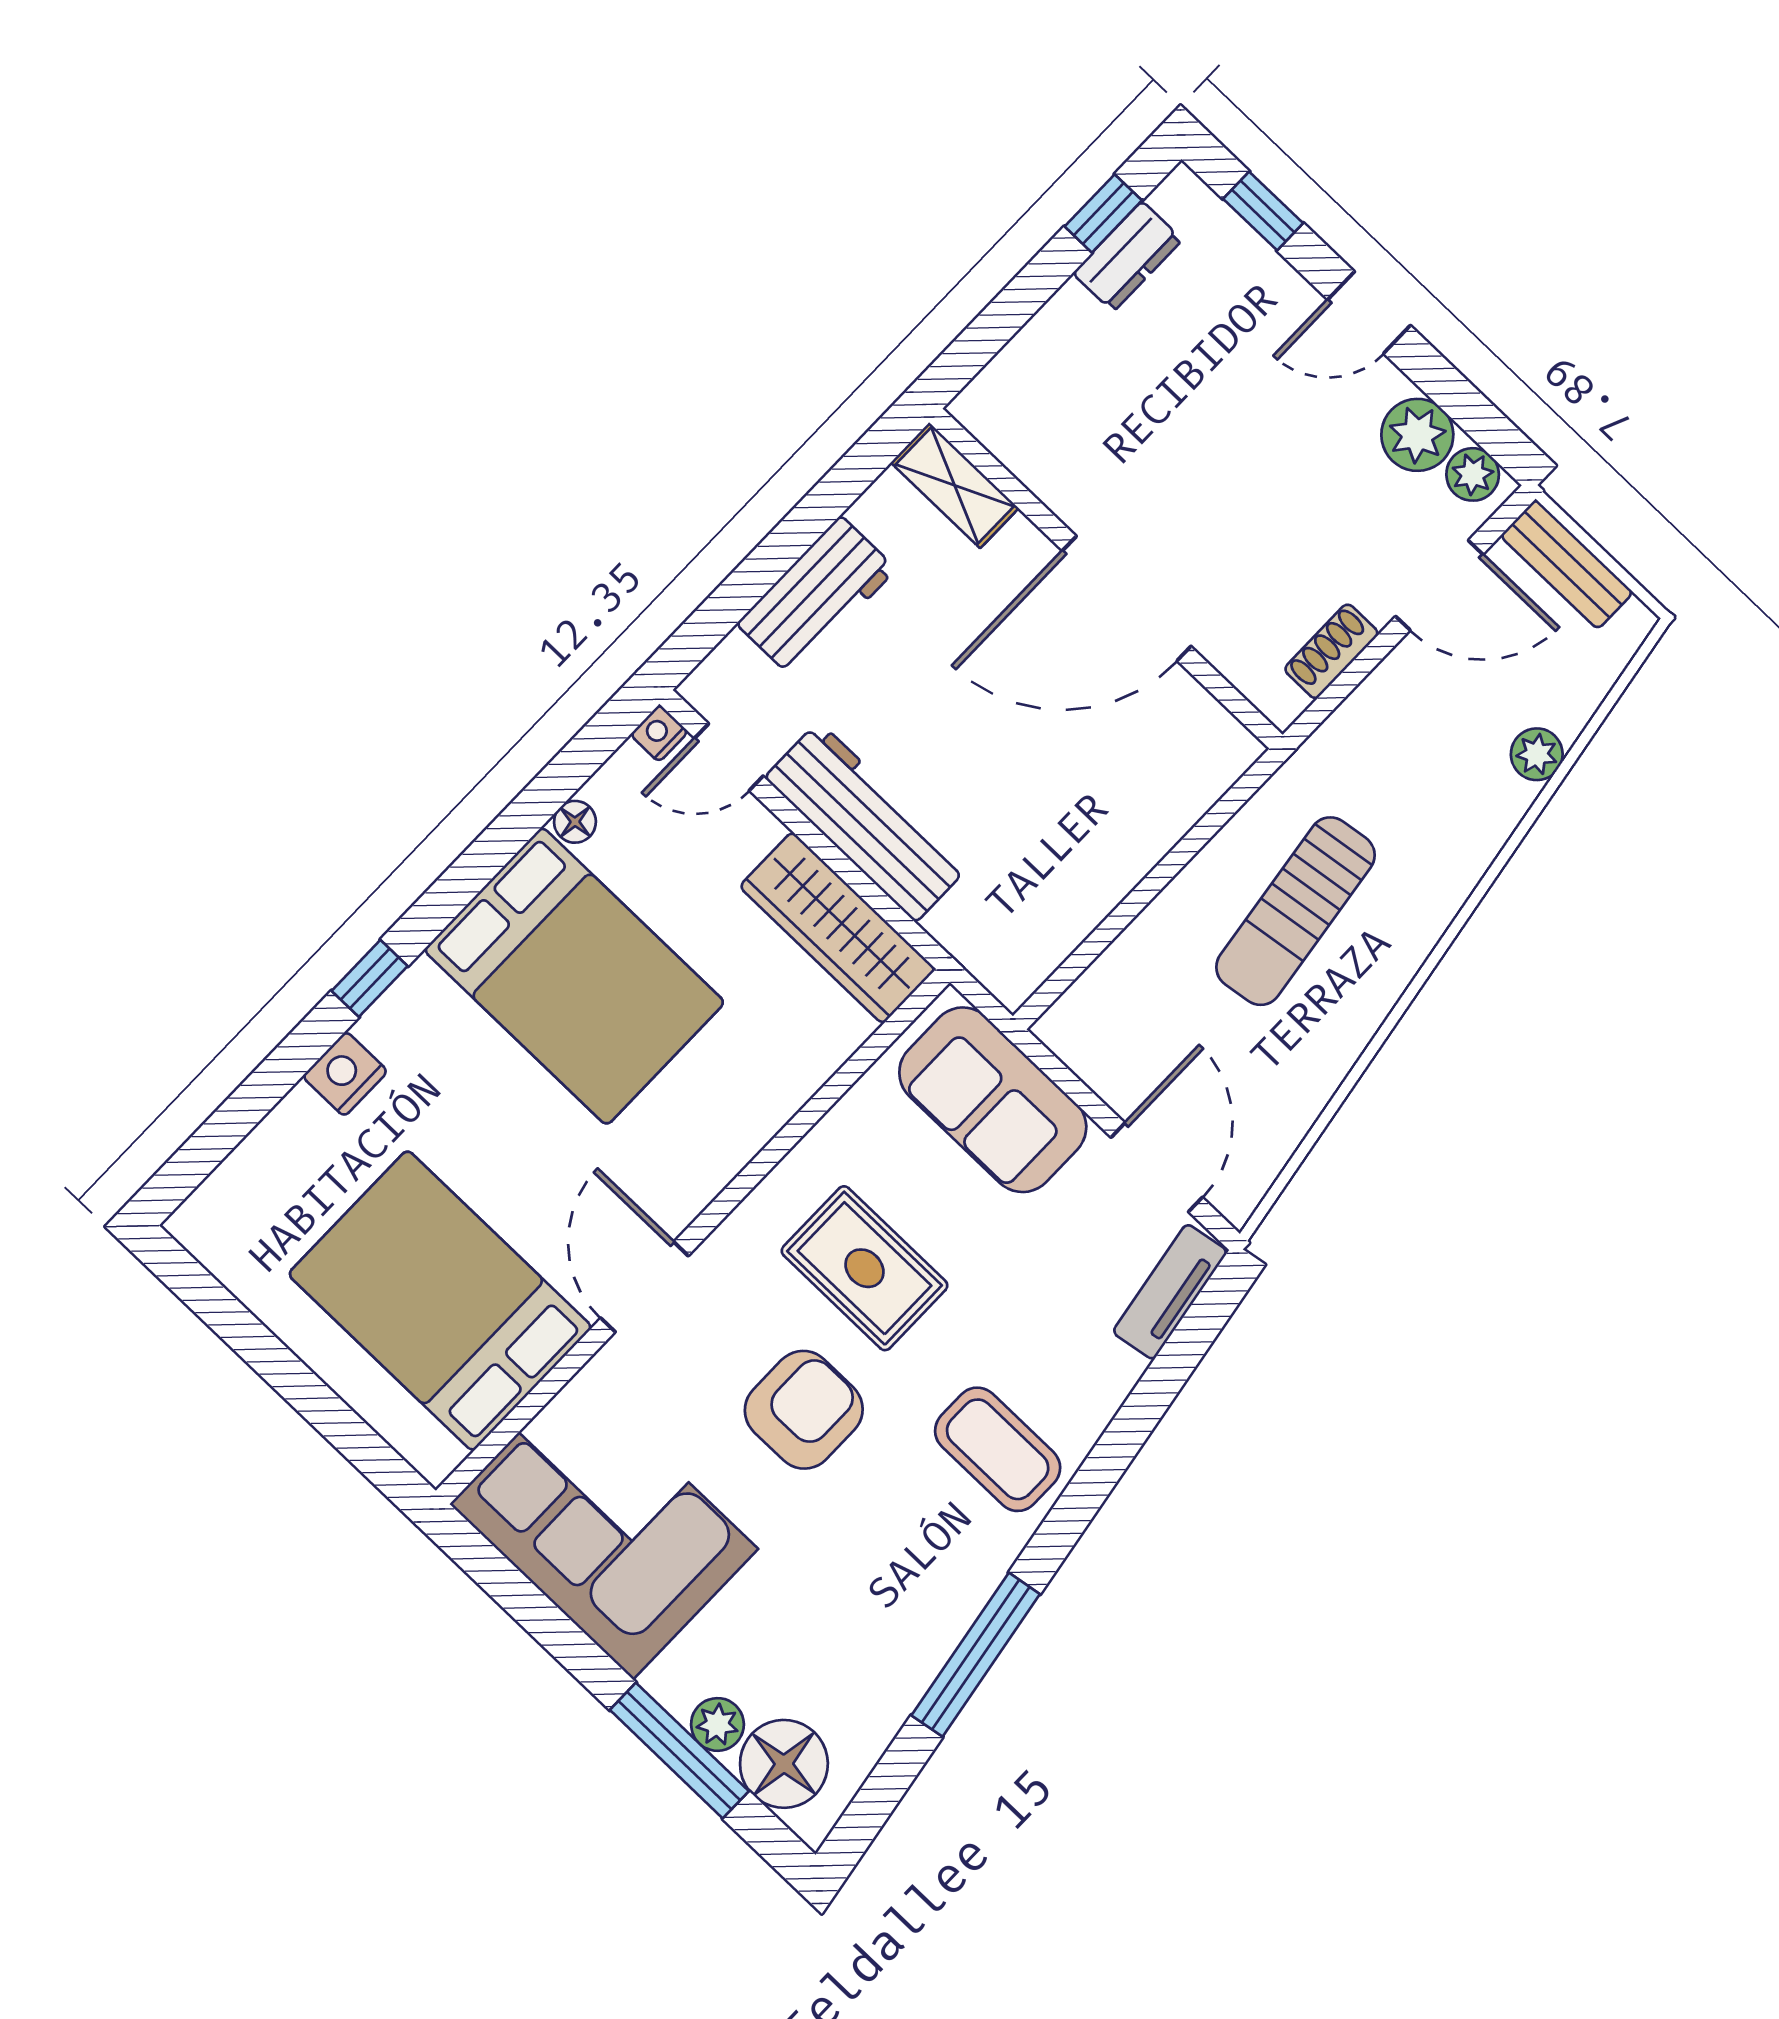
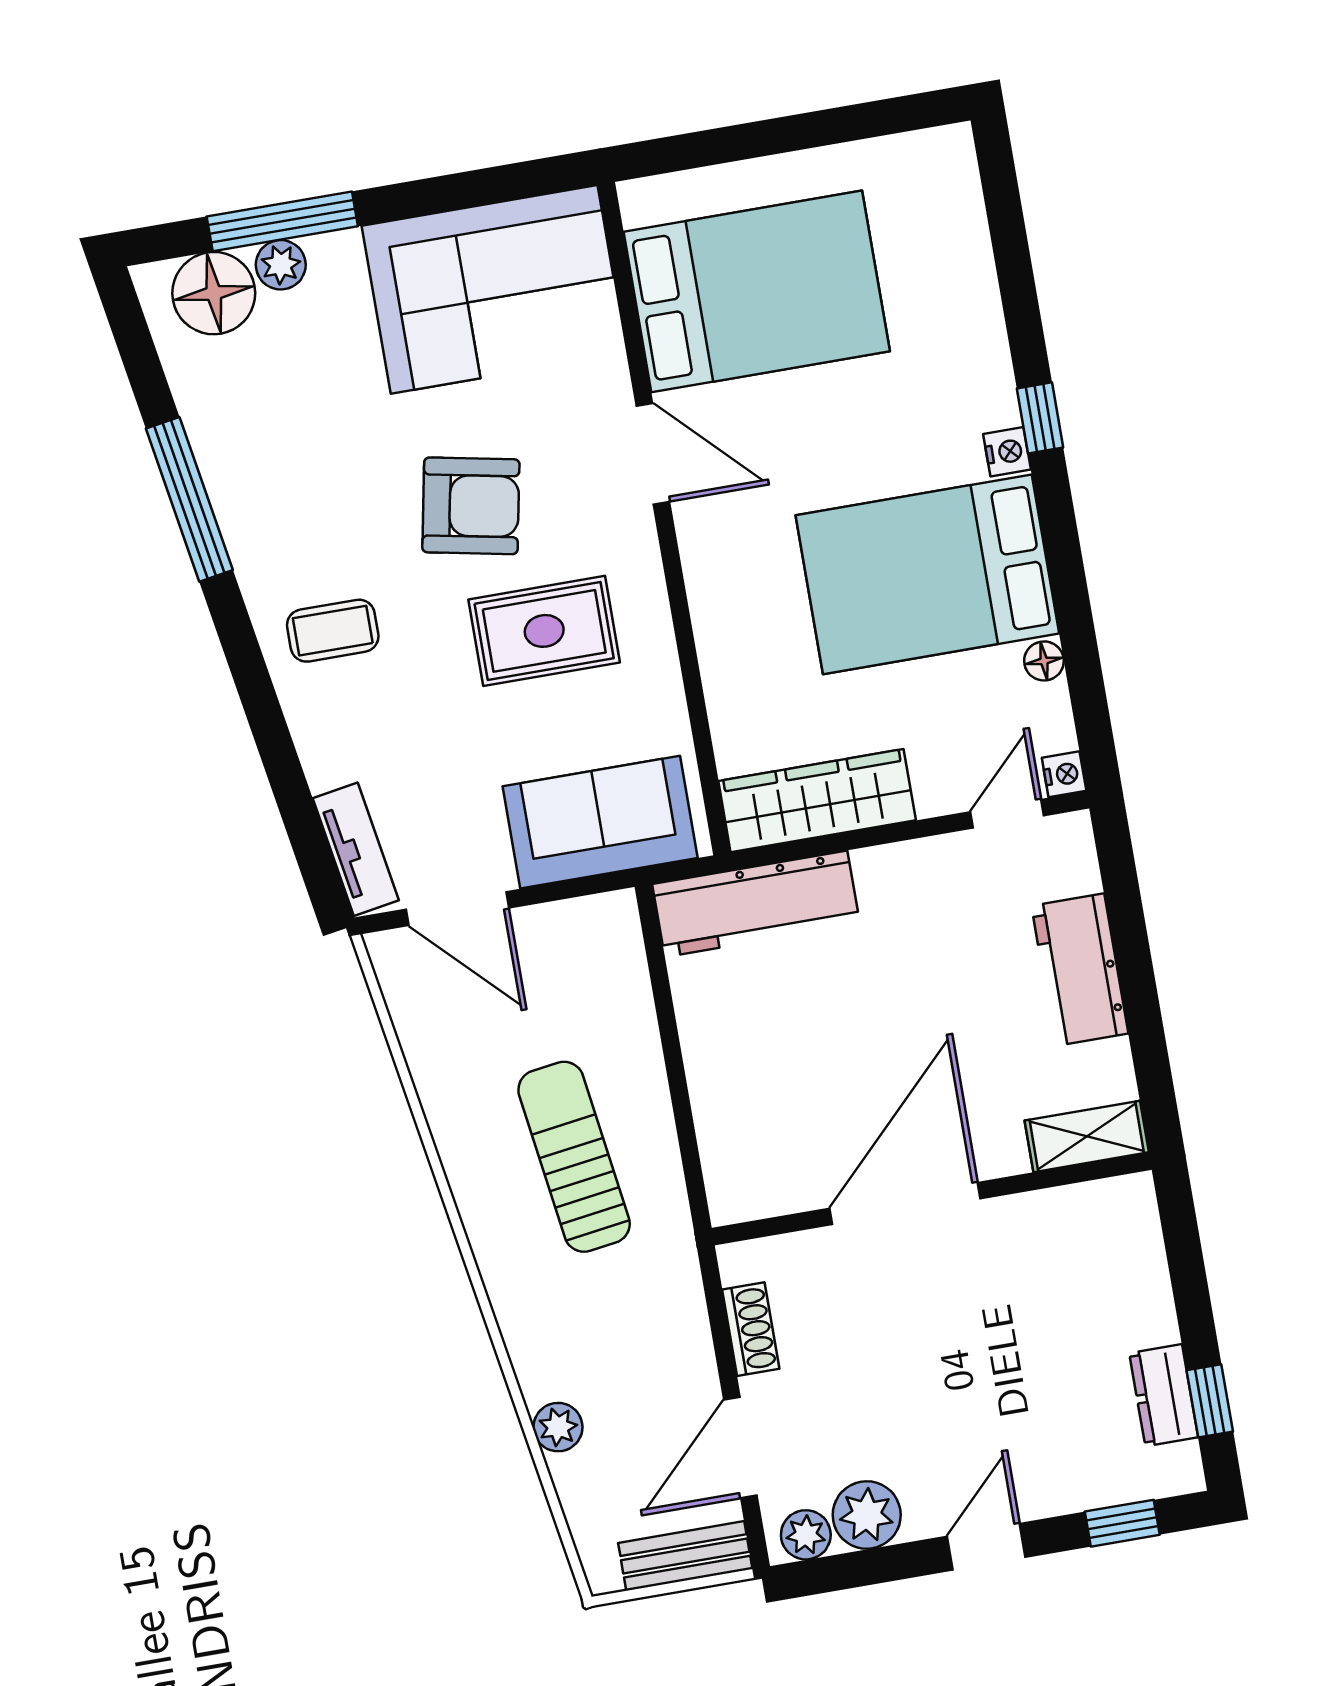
workbench: (867, 822) -> (756, 904), moved
nightstand: (345, 1074) -> (1007, 452), moved, width x0.72, depth x0.74
armchair: (804, 1410) -> (471, 506), turned -79
coffee table: (998, 1449) -> (333, 631), width x0.73, depth x0.77

